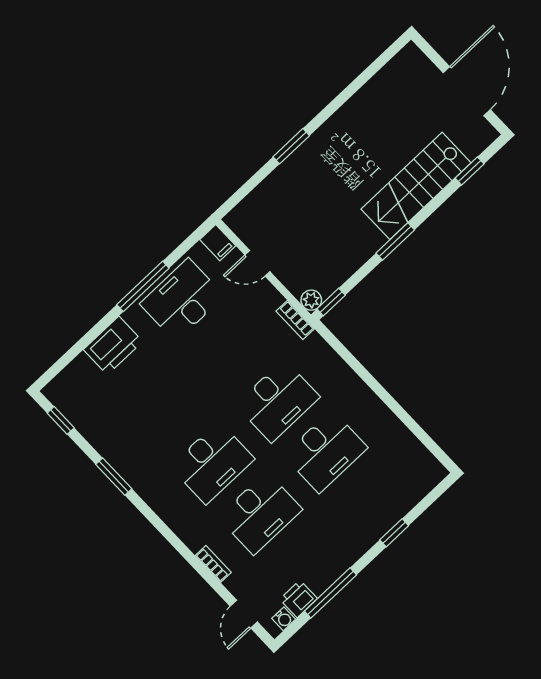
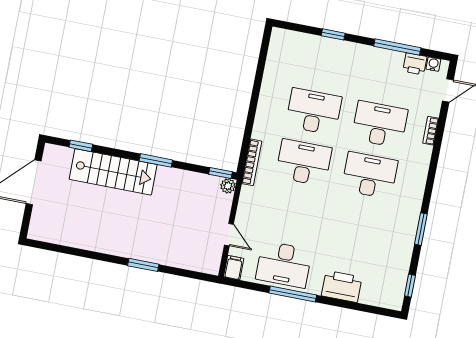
bookcase: (295, 320) -> (252, 162), moved, width x1.56

